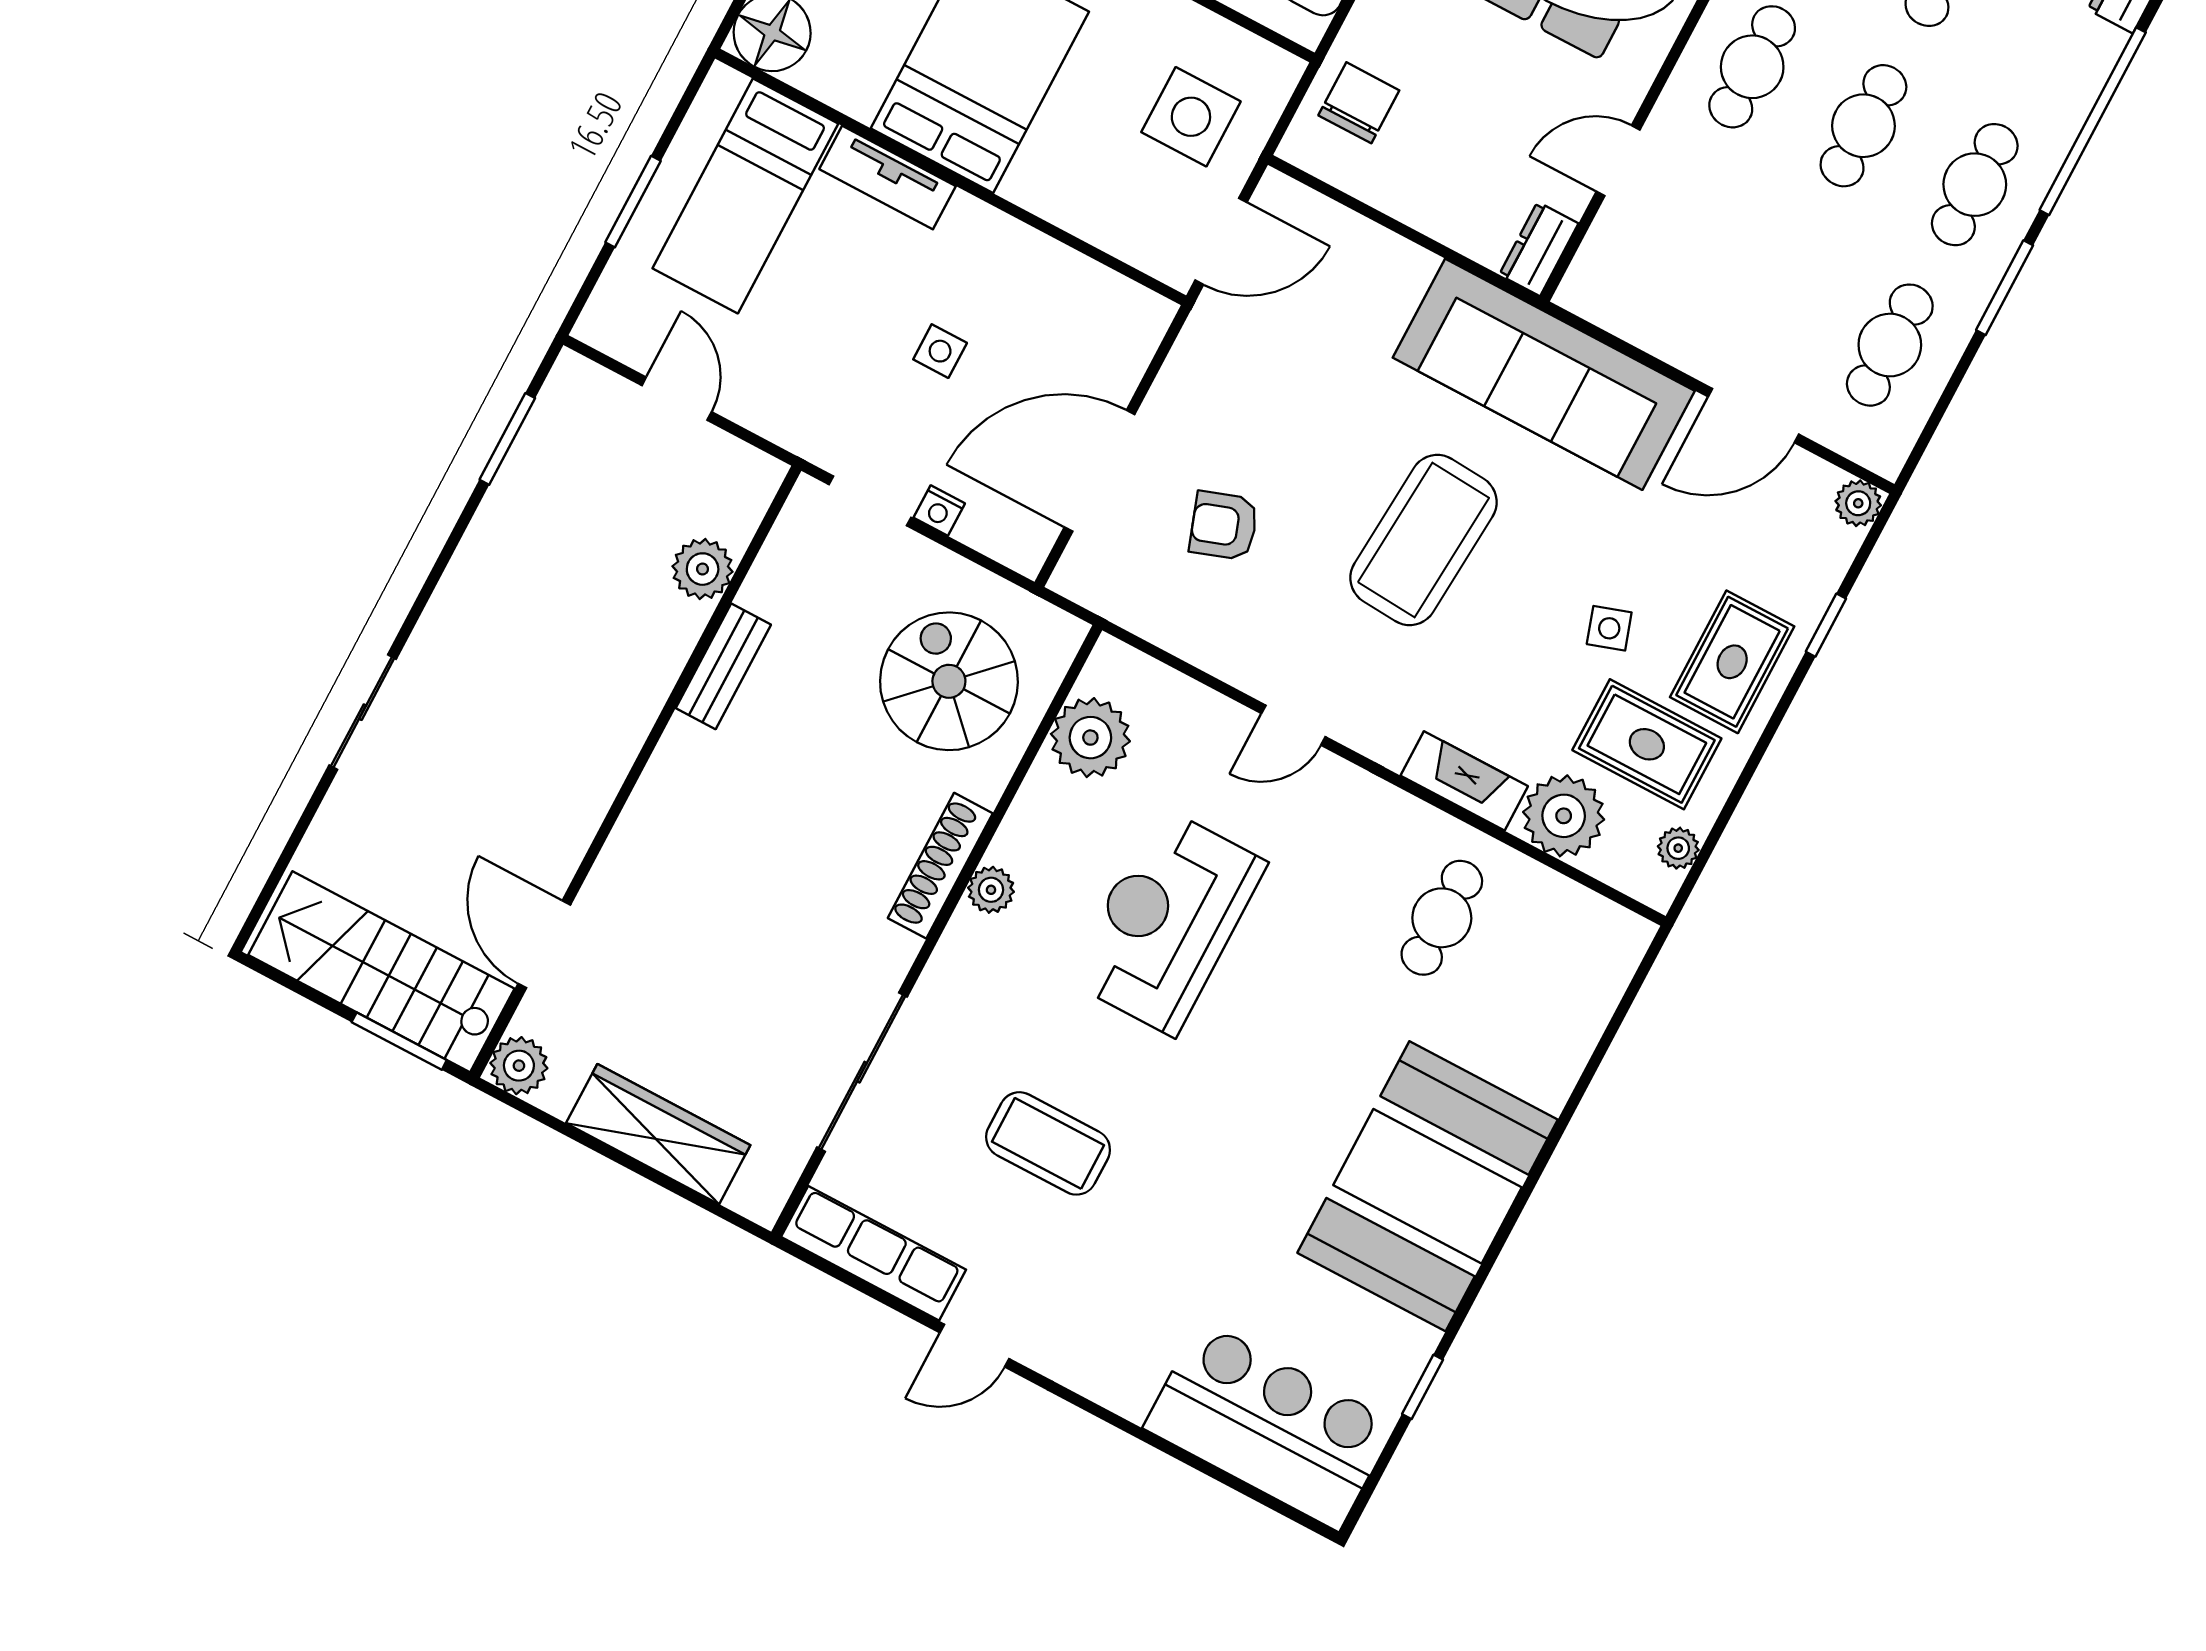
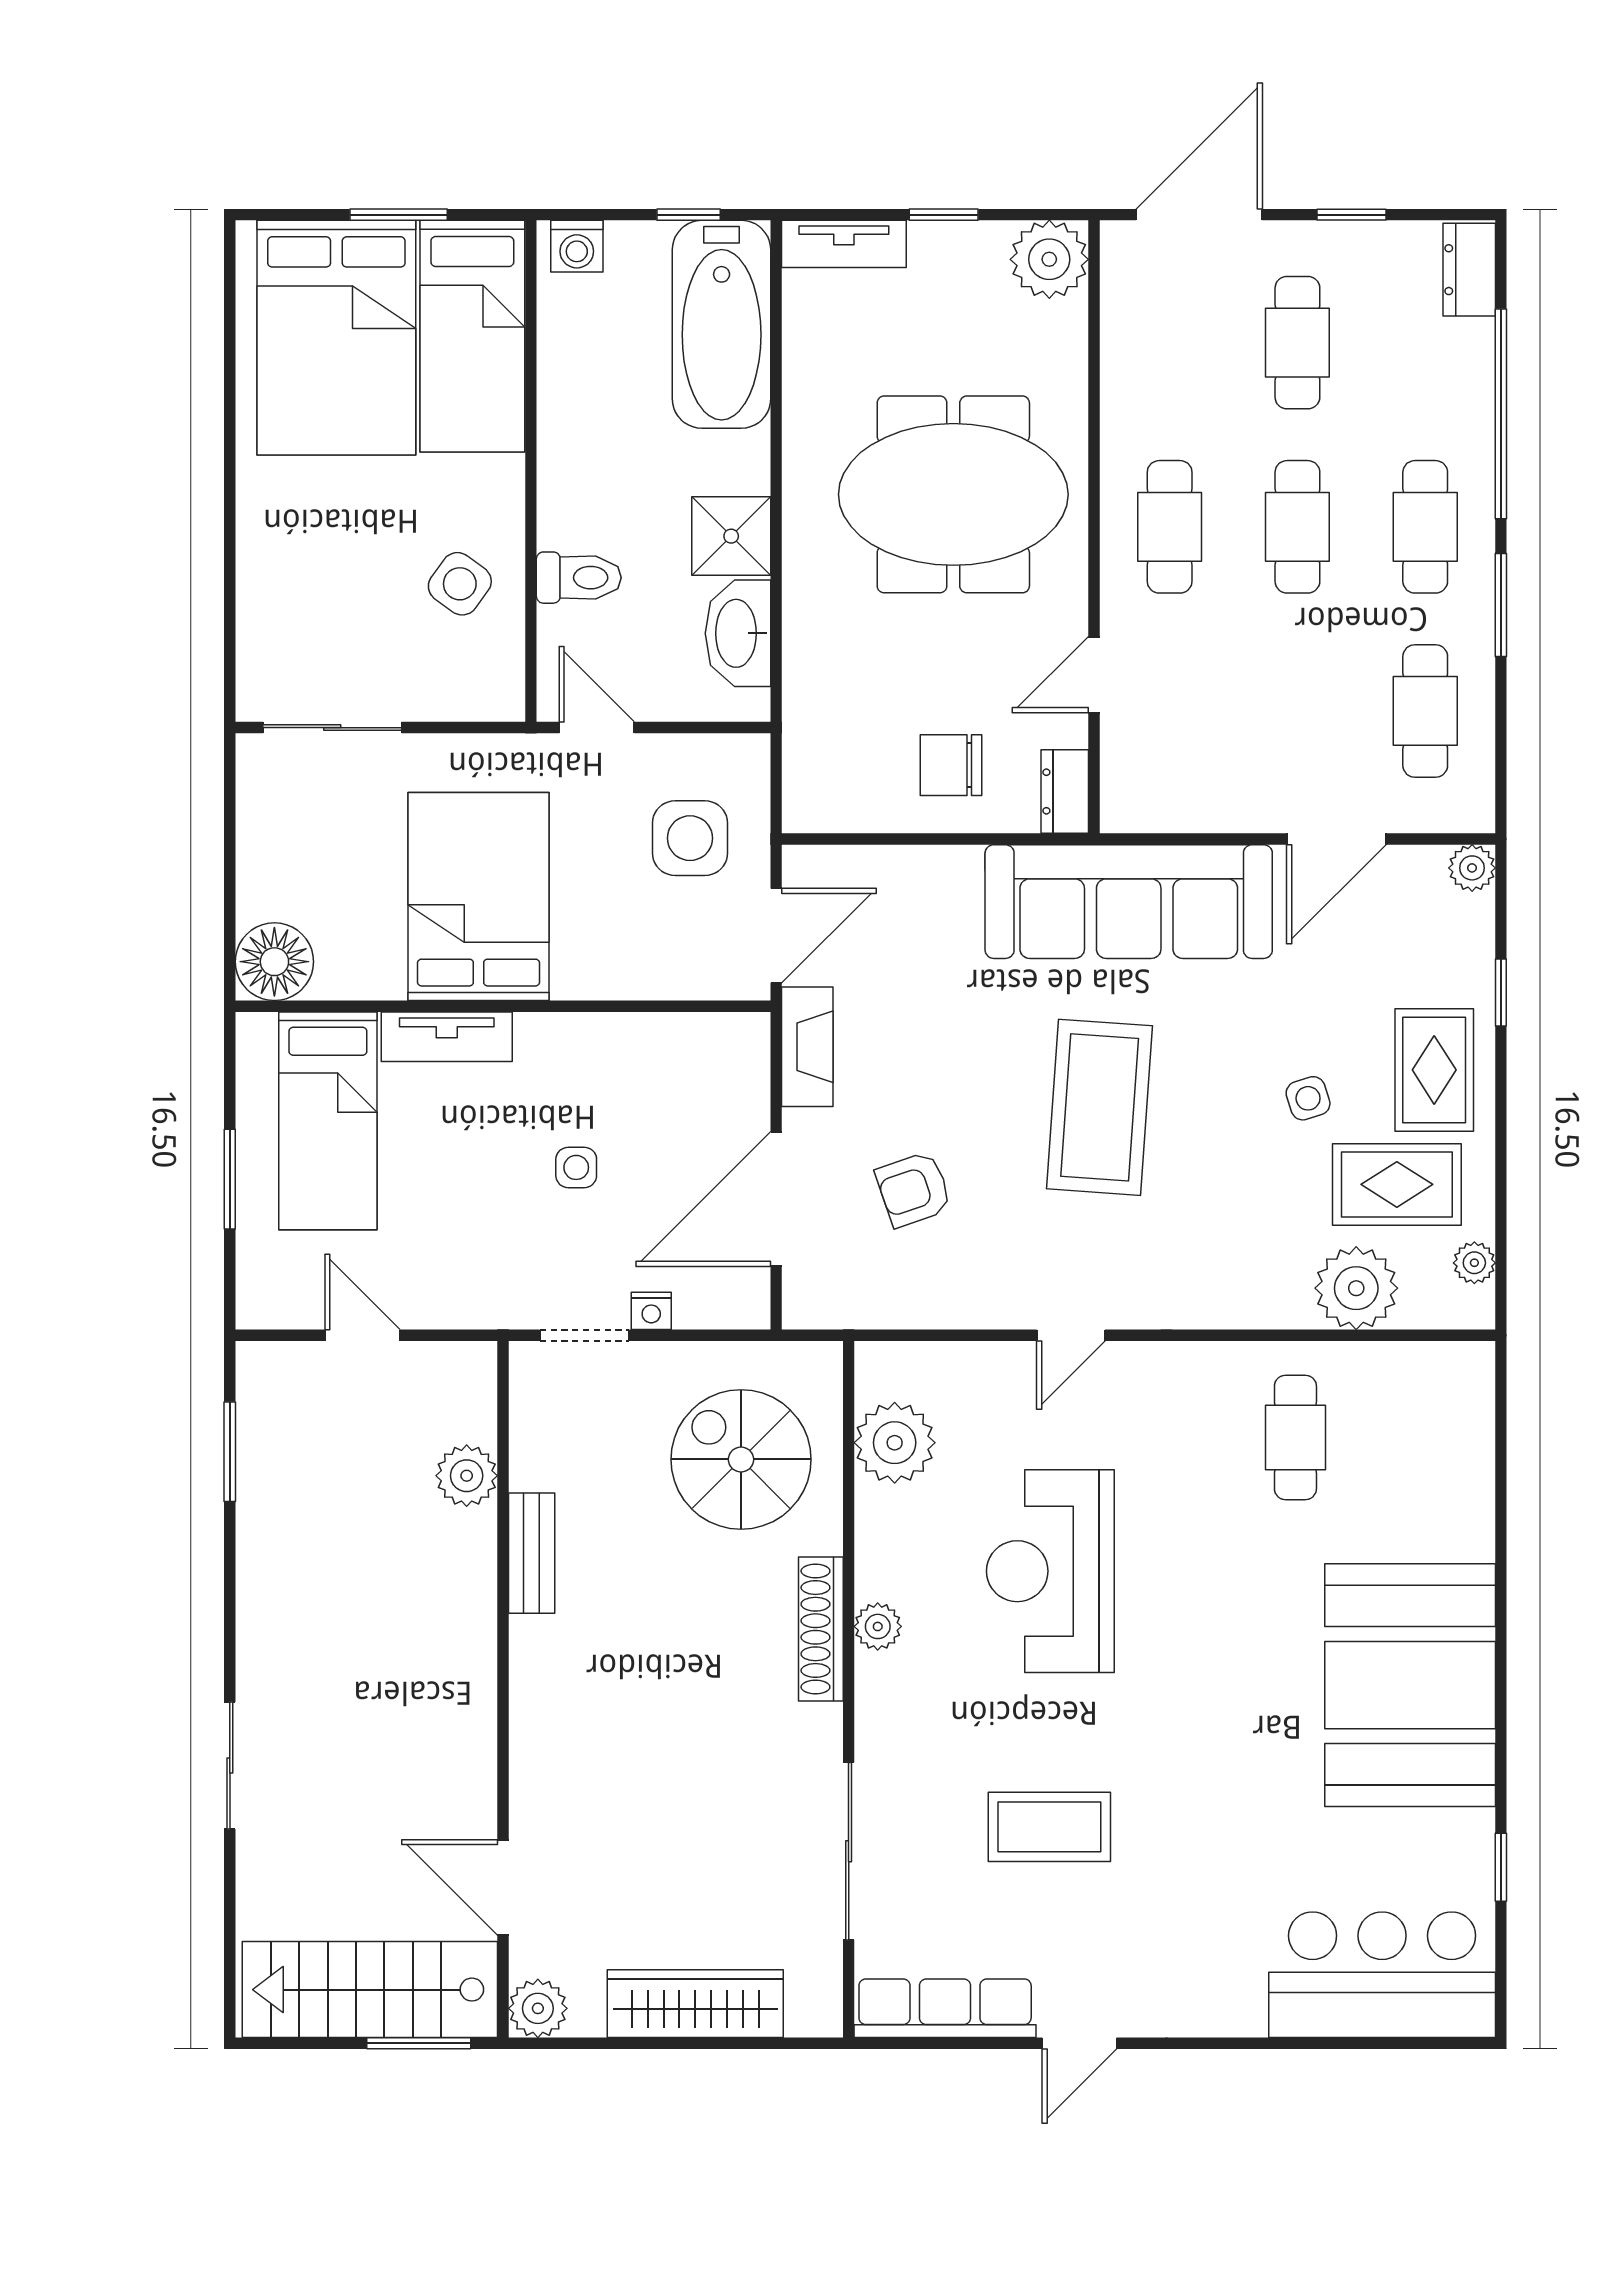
chair: (1359, 103) -> (951, 765), moved, turned -90
fireplace: (1464, 781) -> (807, 1047), moved, turned 90

